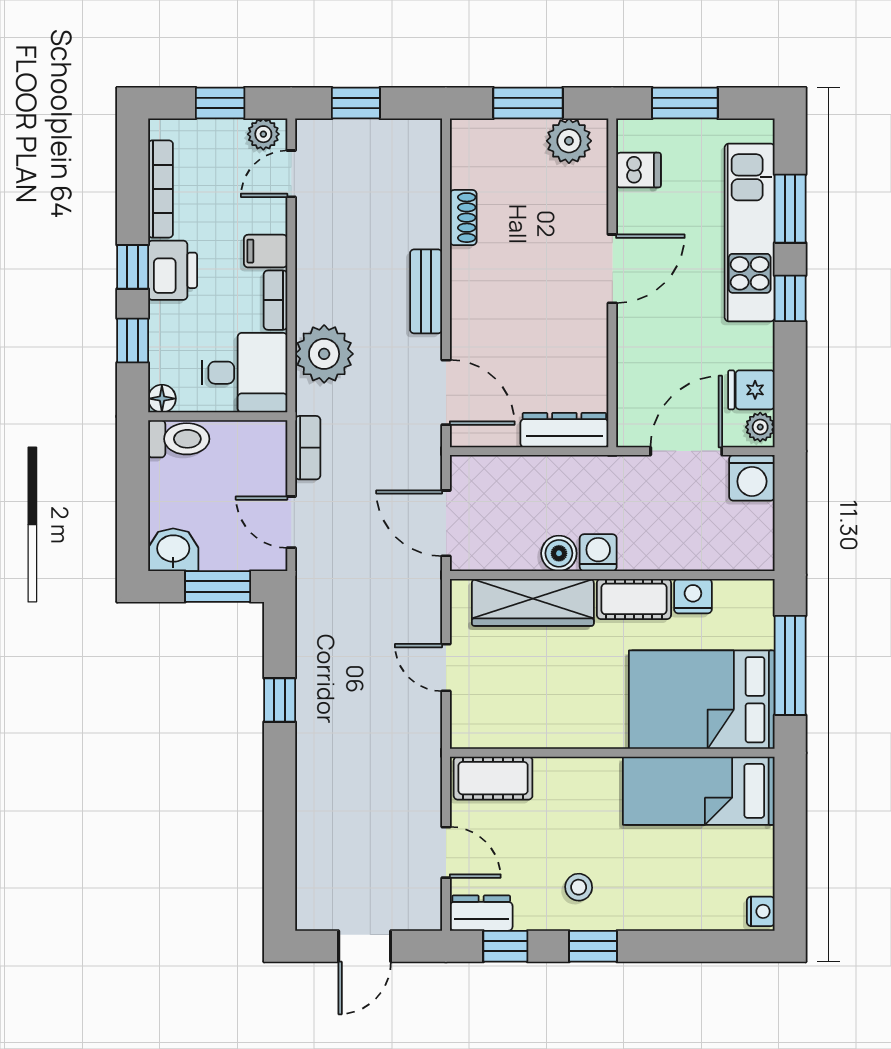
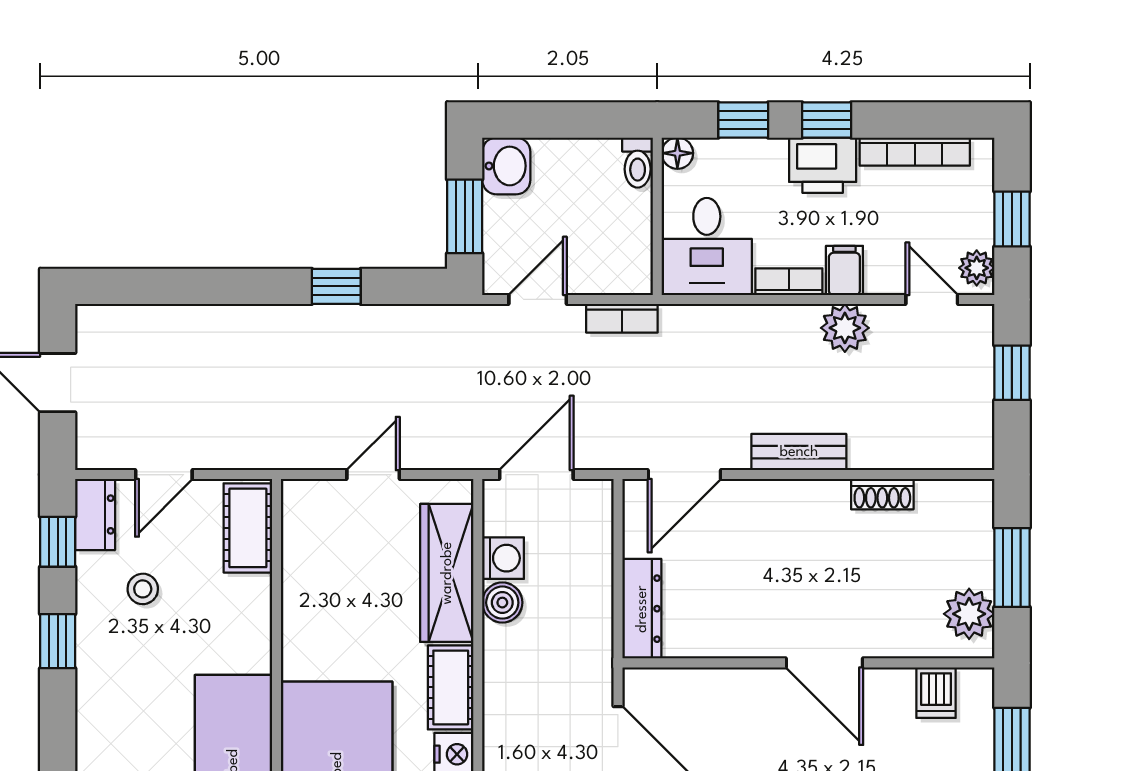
plant: (324, 354) -> (845, 328), moved, width x0.73, depth x0.73
toilet: (179, 439) -> (638, 163), width x0.73, depth x0.72
washing machine: (598, 553) -> (503, 558), moved
stool: (579, 887) -> (143, 589), moved

